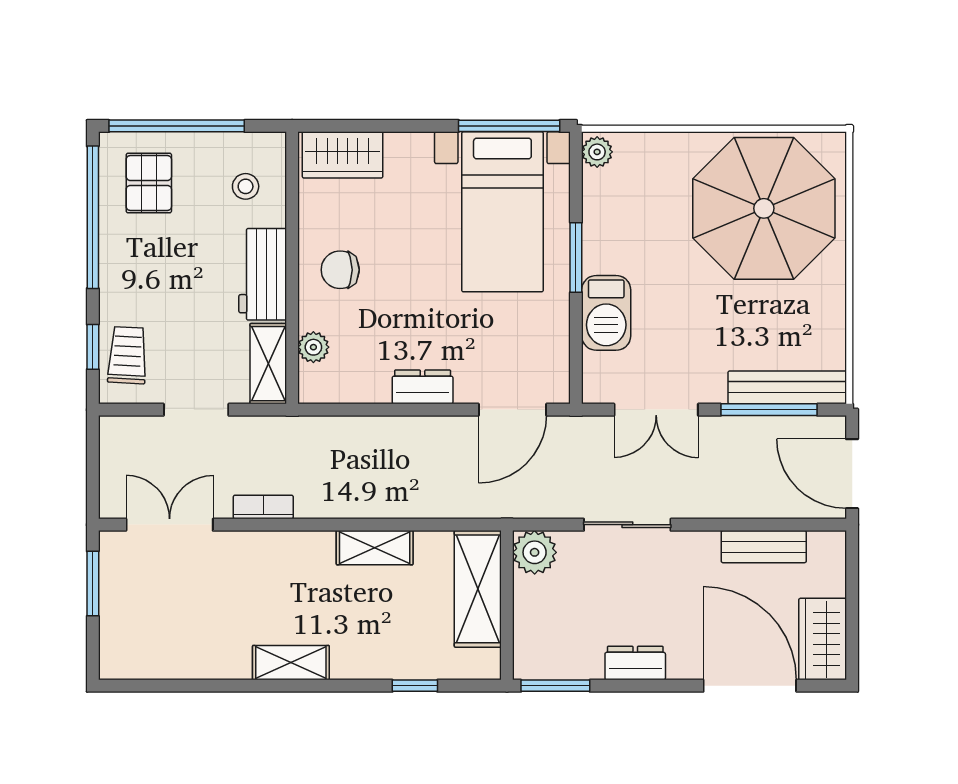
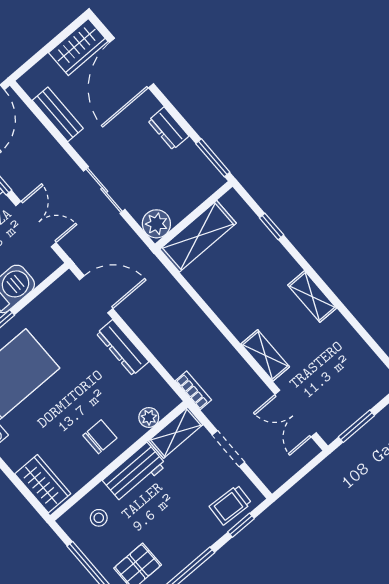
chair: (340, 270) -> (100, 437), turned -90
dresser: (423, 387) -> (123, 348), width x1.44
bookcase: (263, 507) -> (193, 390), moved, turned 180
shelving: (375, 548) -> (265, 355), moved

